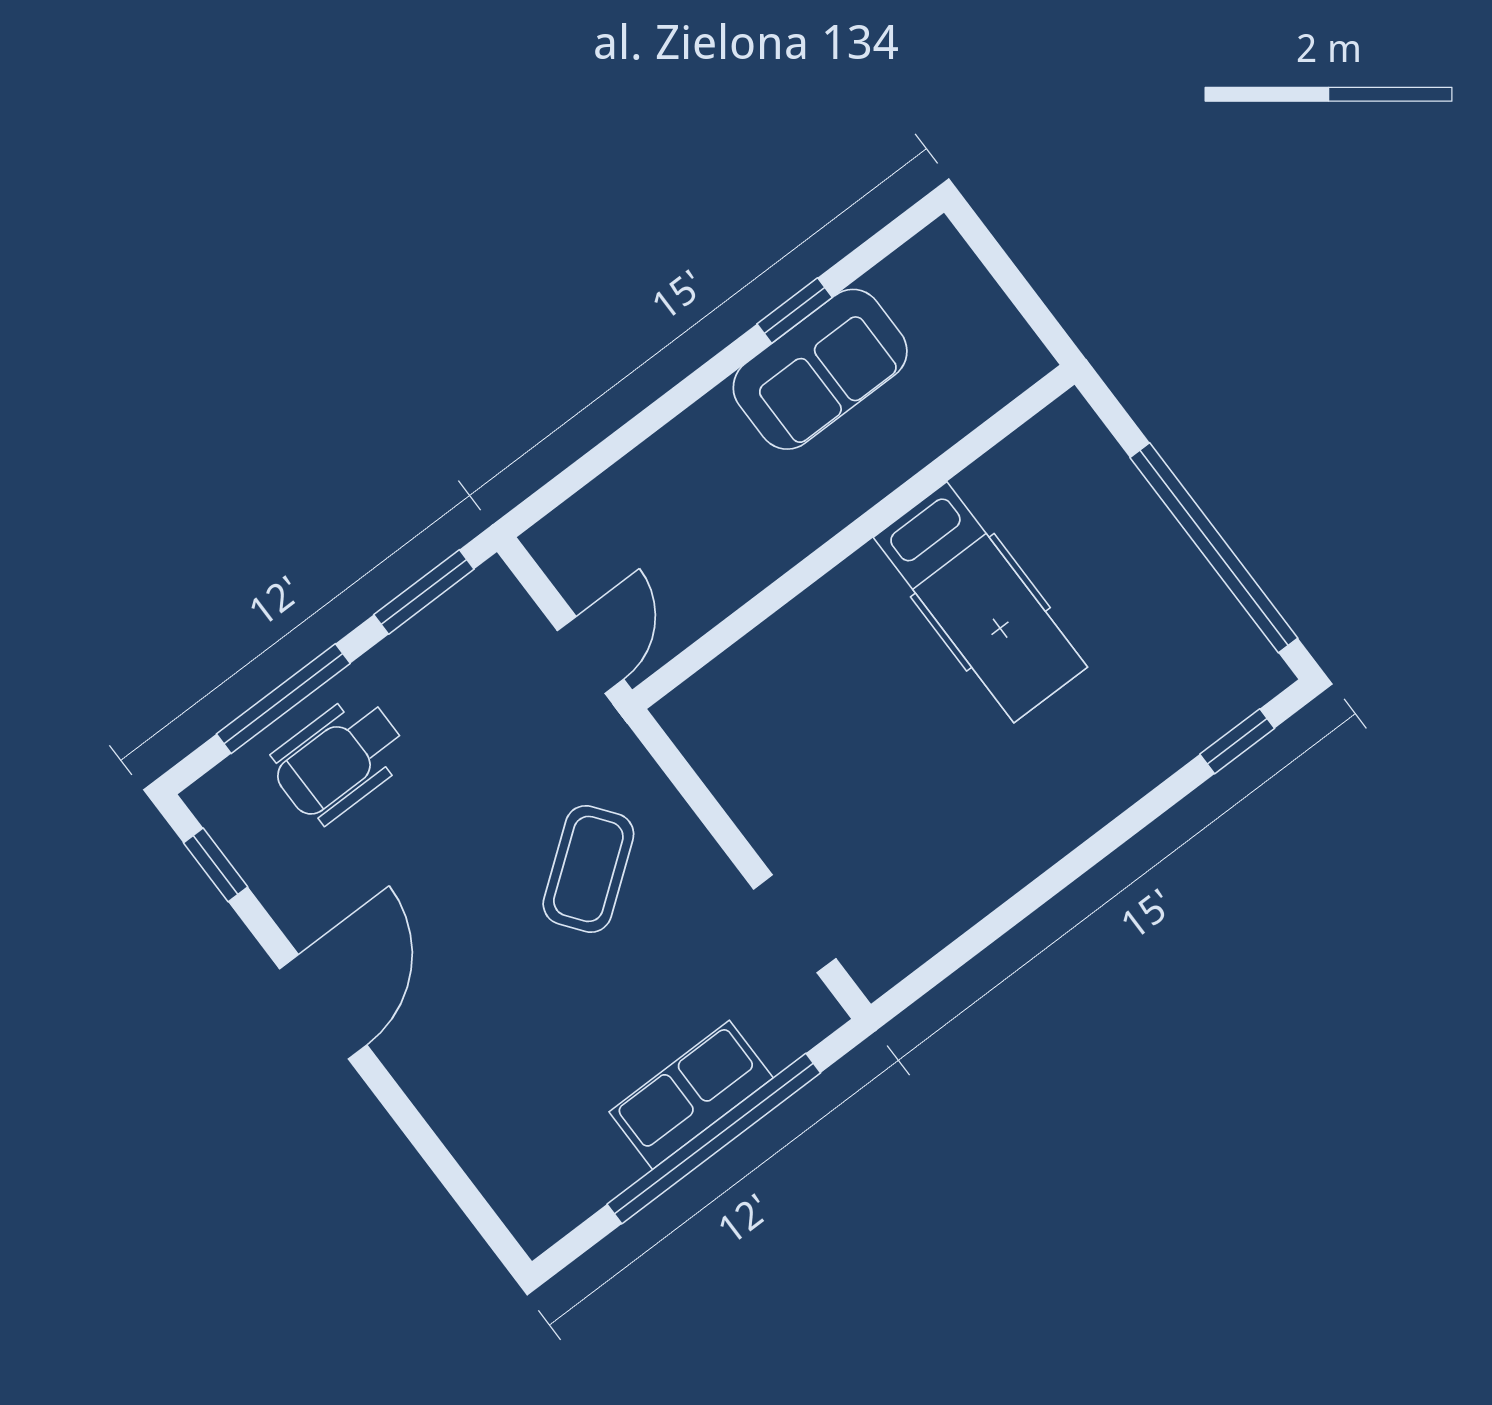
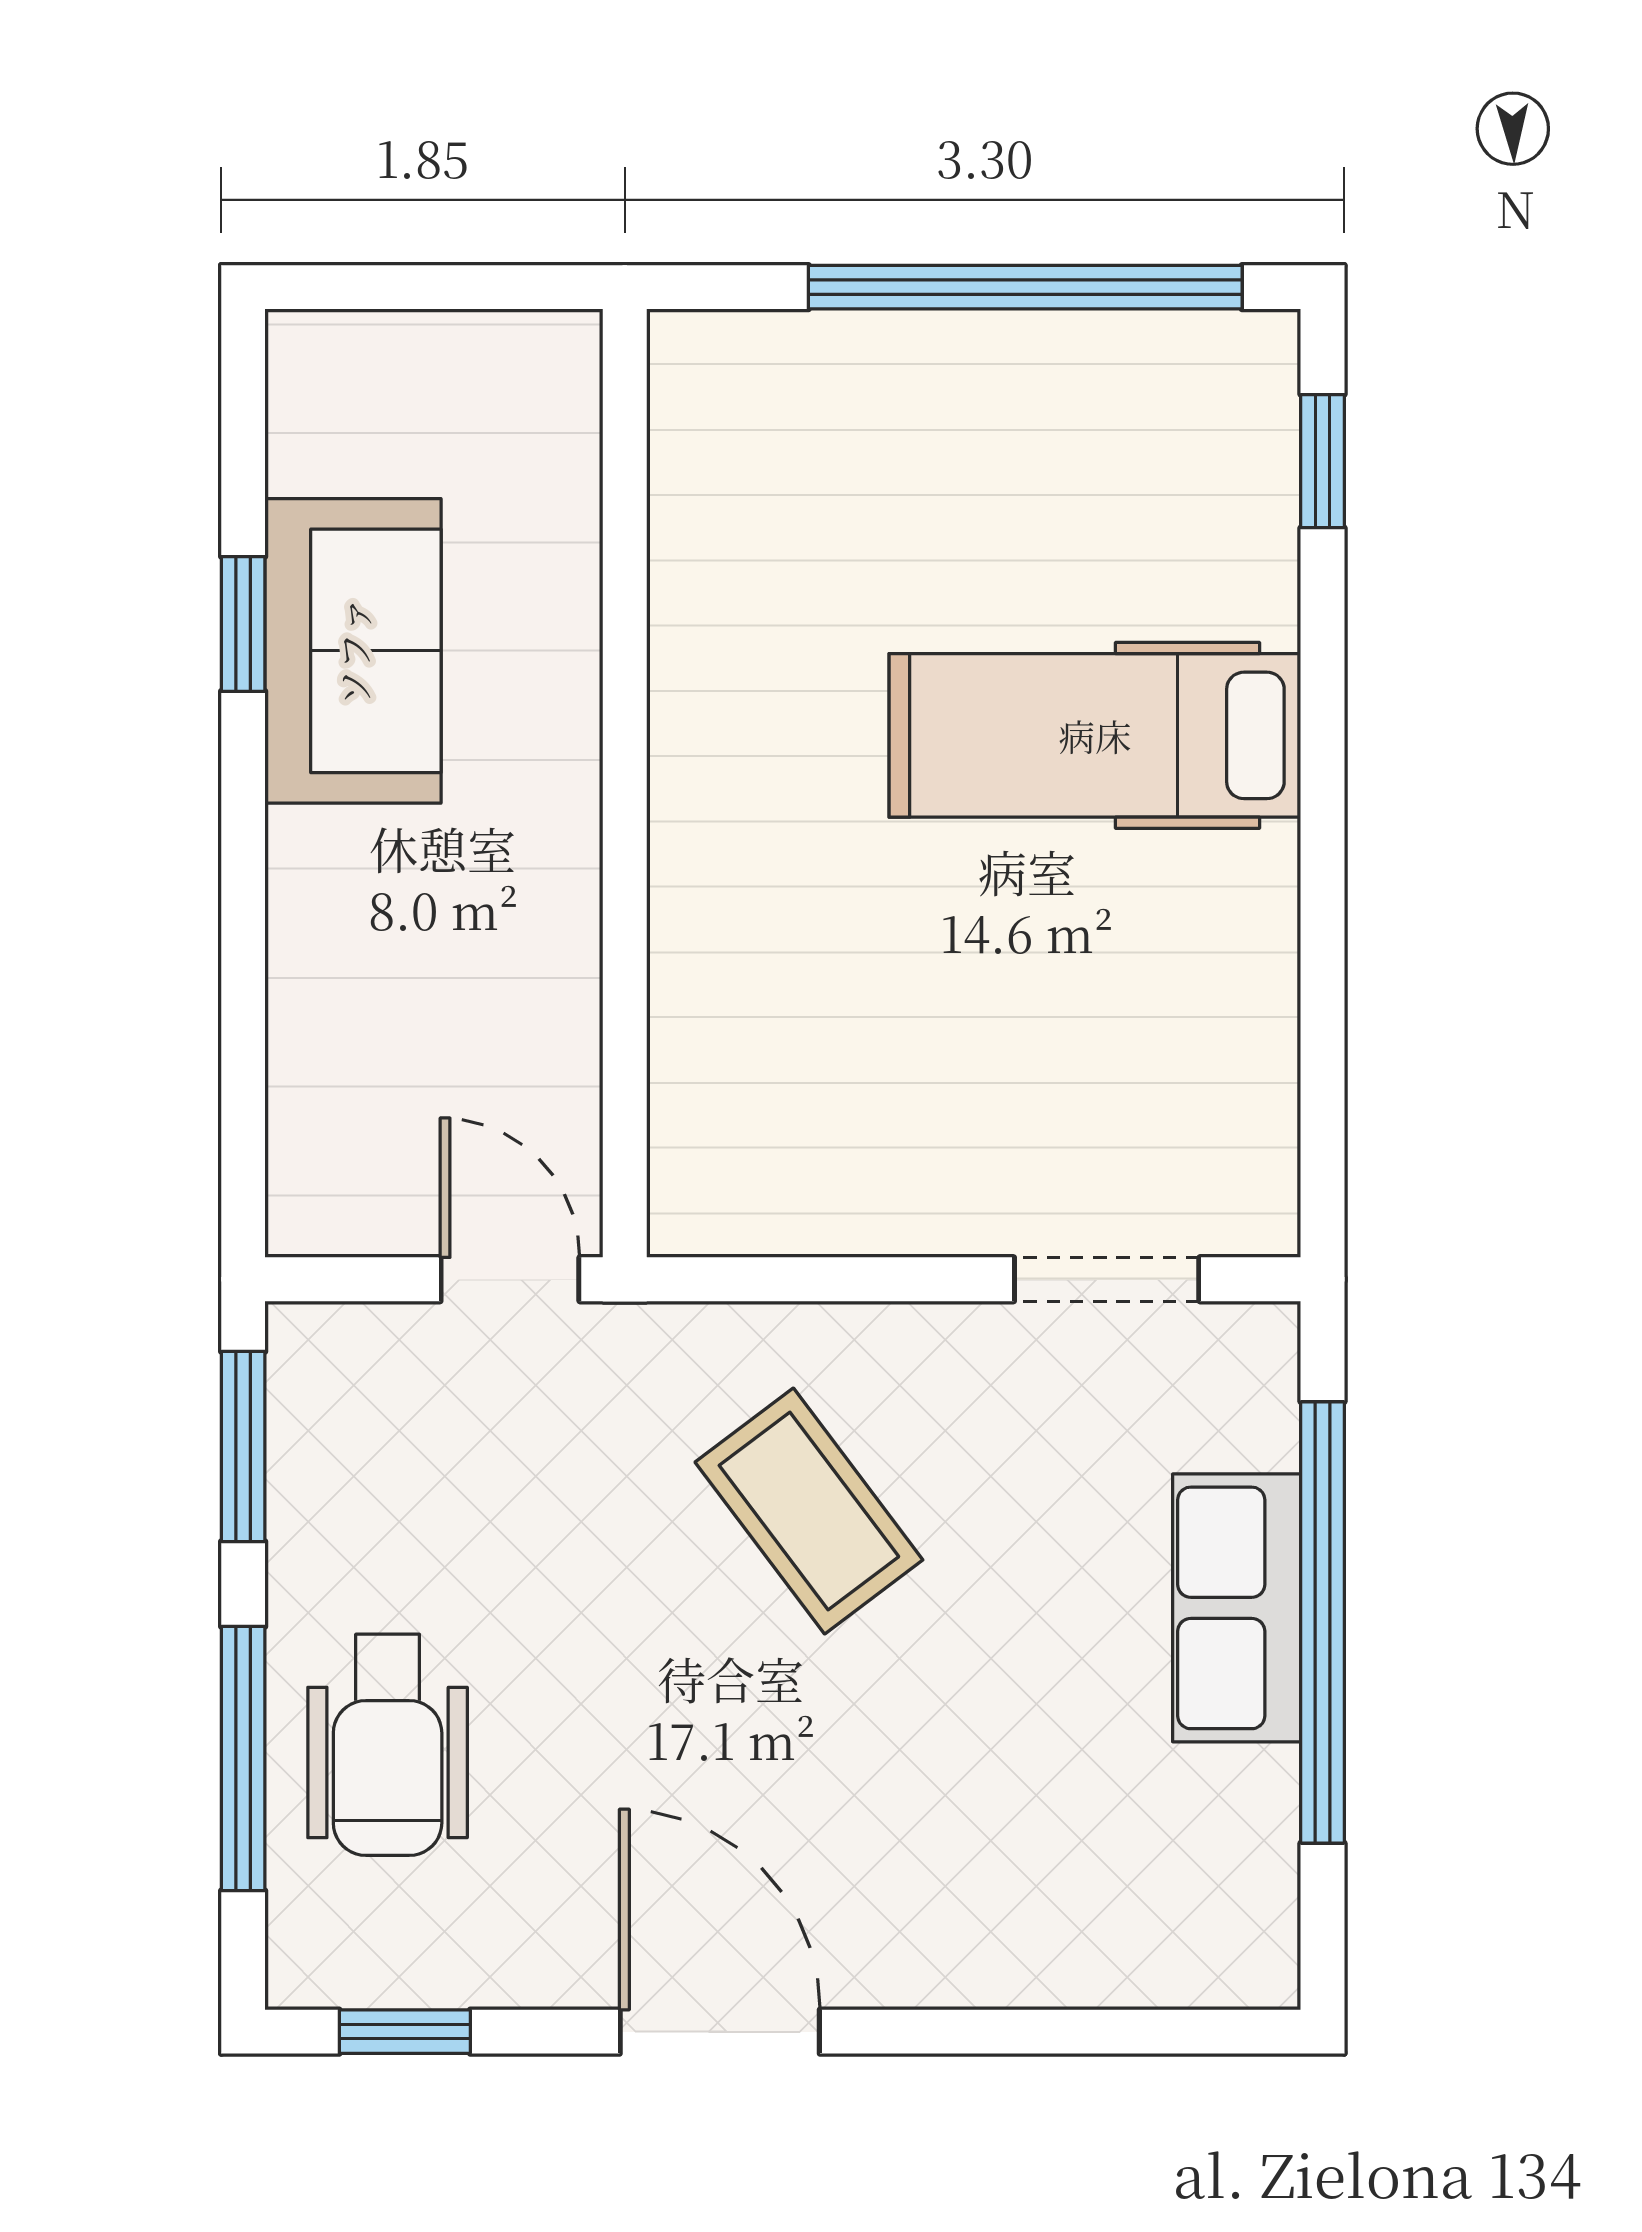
hospital bed: (980, 602) -> (1095, 735), moved, turned 180

